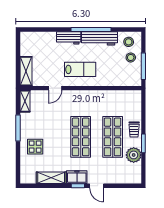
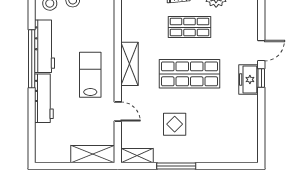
workbench: (69, 38) -> (44, 98), width x1.38
shop shelf: (113, 137) -> (189, 27), width x0.70, depth x0.74
display table: (35, 147) -> (175, 124), moved
shelving: (51, 178) -> (129, 64), moved

